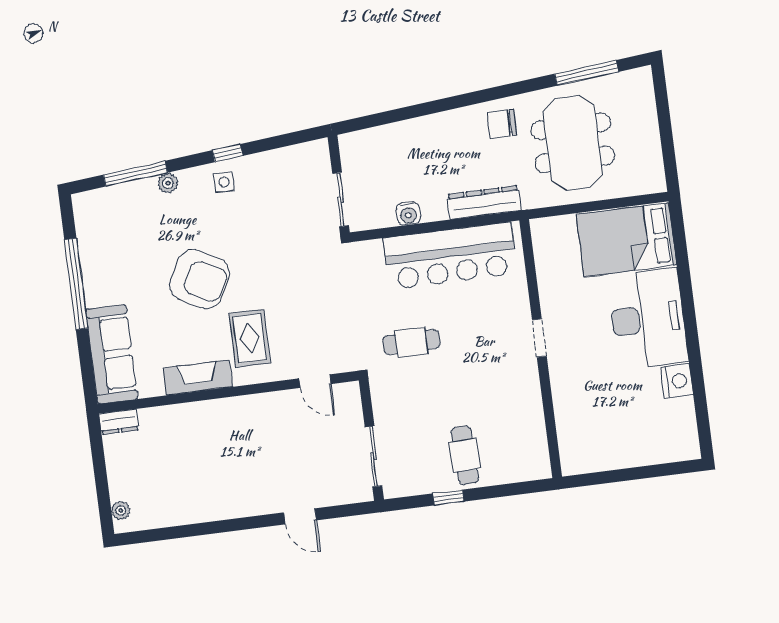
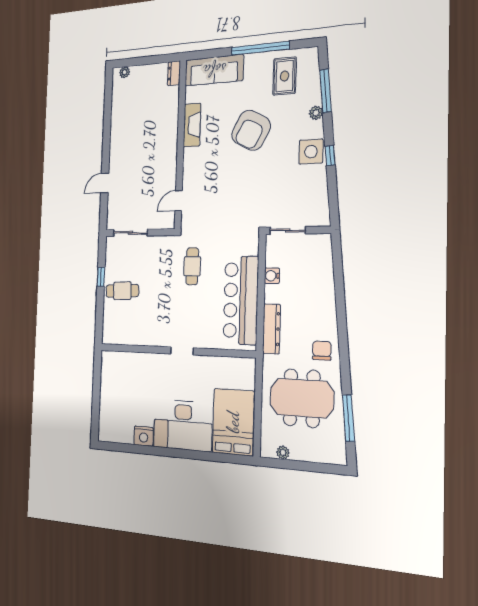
plant: (653, 159) -> (283, 453), added
side table: (224, 182) -> (311, 152), width x1.87, depth x1.87
rug: (250, 338) -> (285, 76), moved, turned 90

